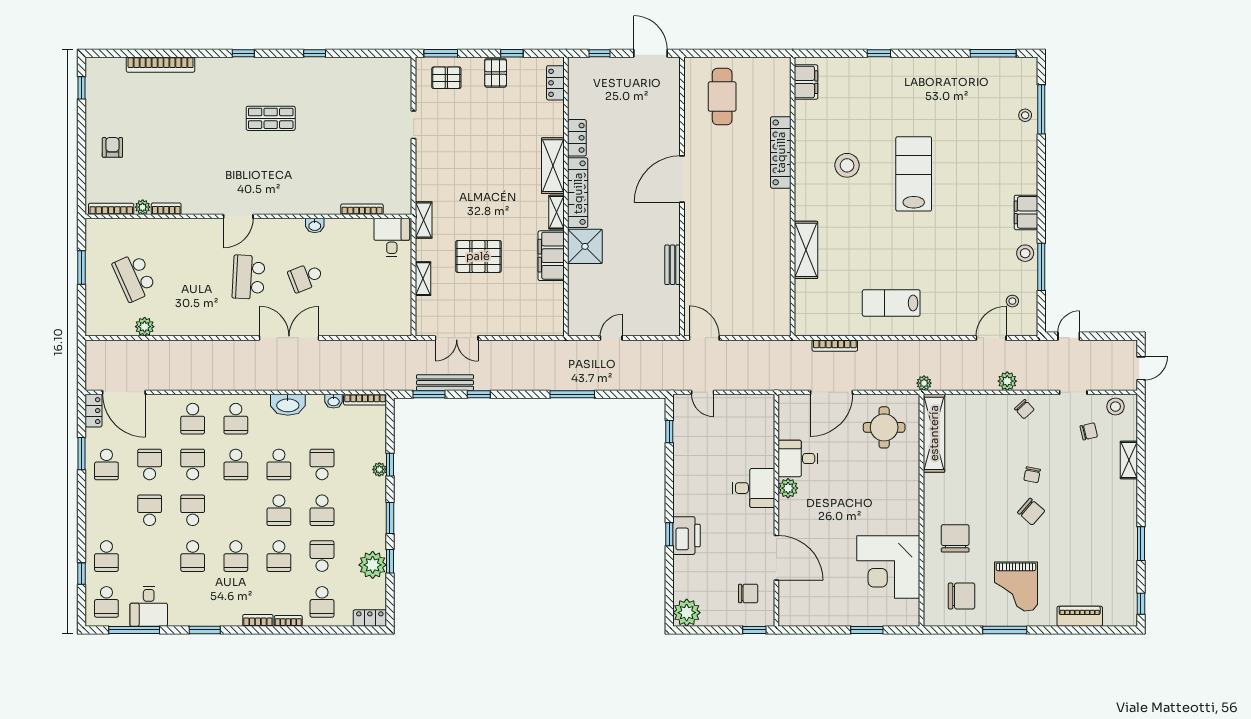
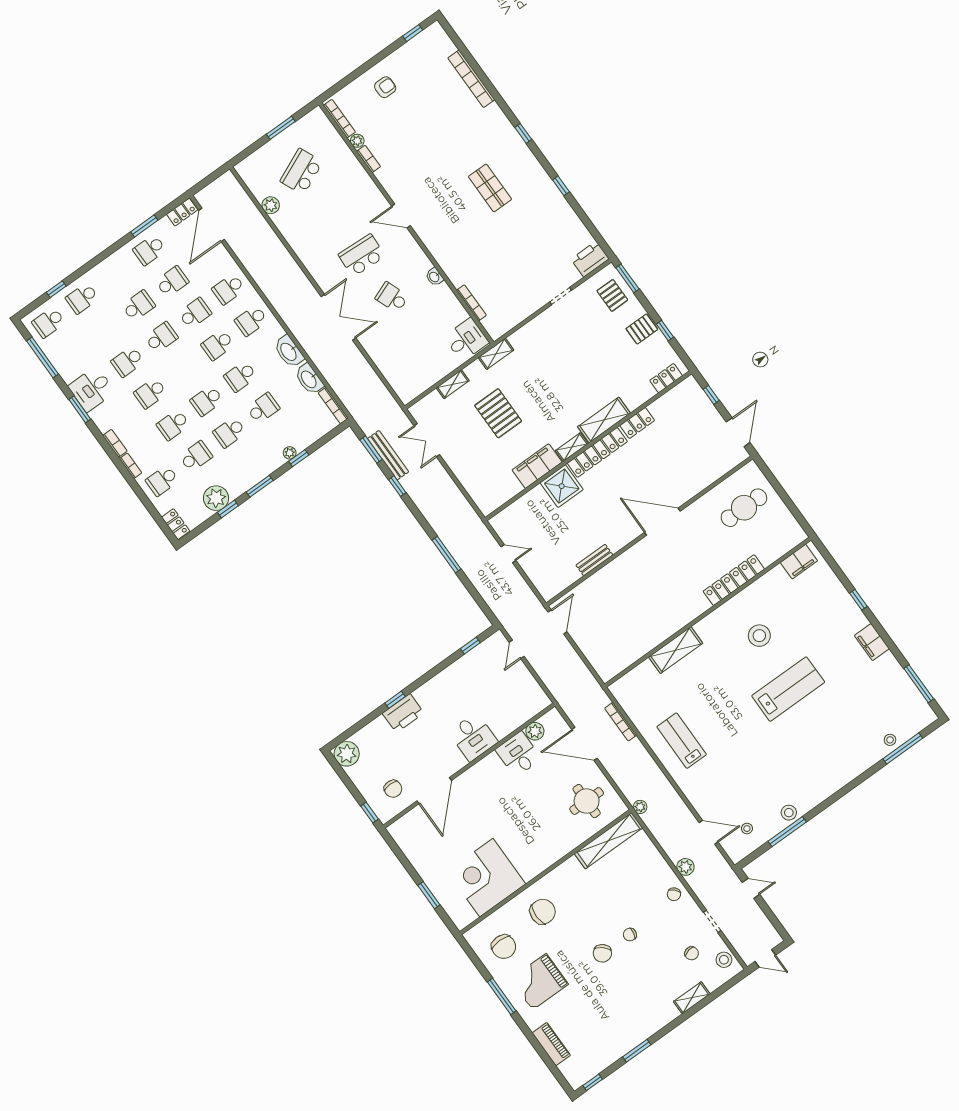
printer: (399, 74) -> (590, 259), added
filing cabinet: (1026, 212) -> (872, 642), moved, turned -90
washbasin: (334, 401) -> (309, 379), width x1.91, depth x1.45
plant: (788, 488) -> (535, 731), moved
desk: (149, 606) -> (92, 389), moved

